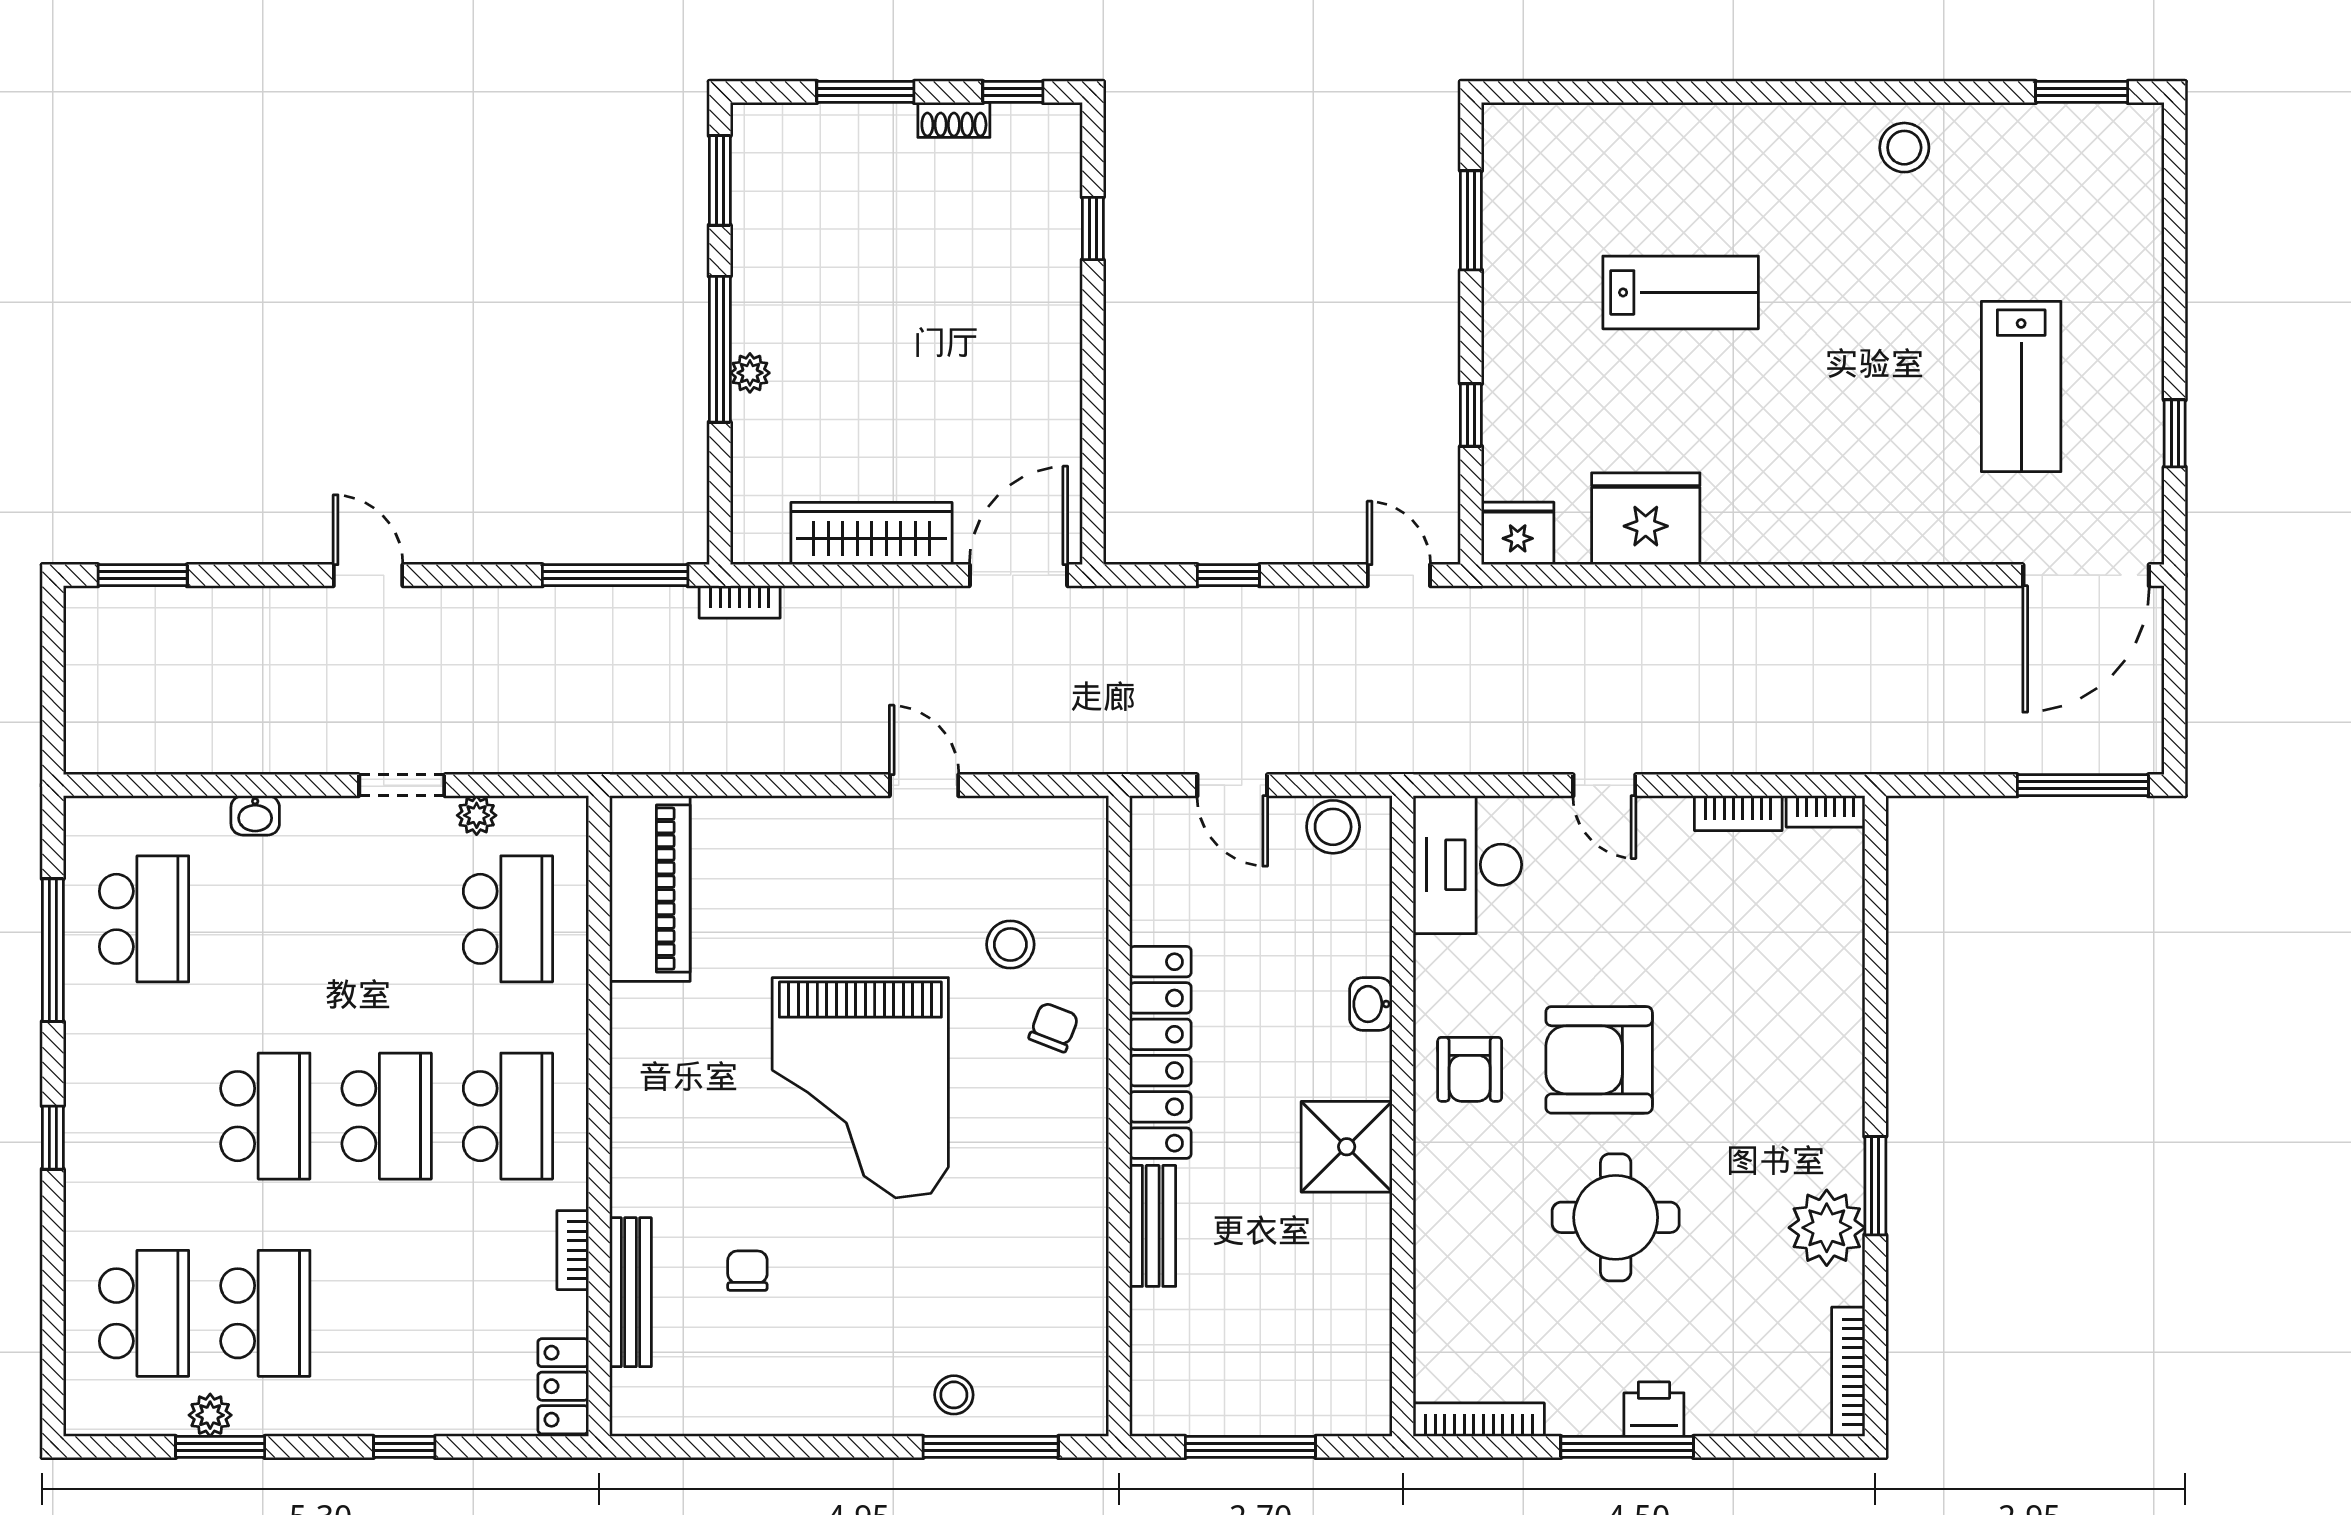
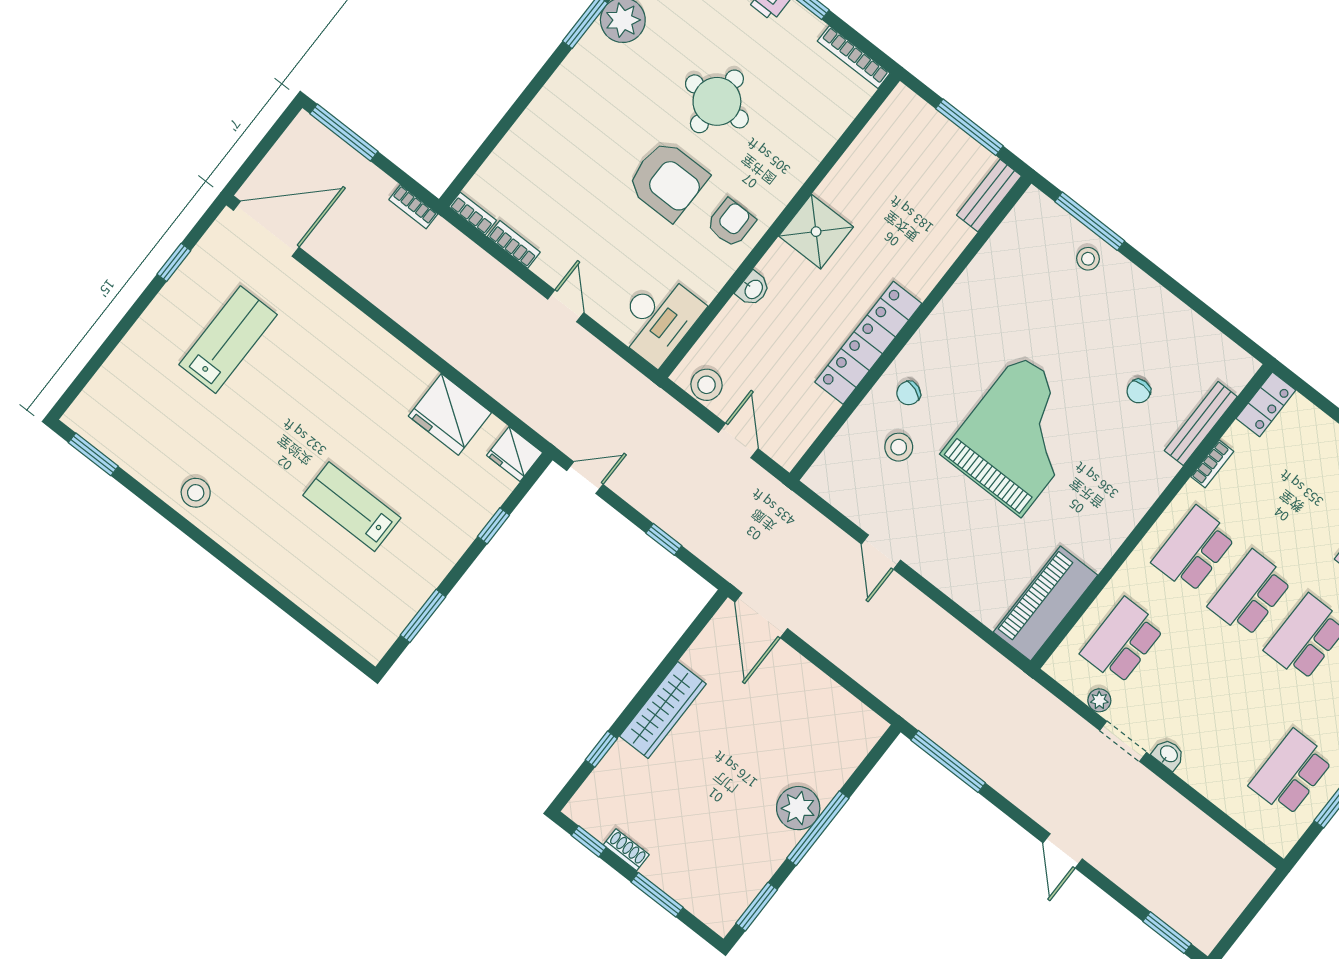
plant: (750, 373) -> (798, 808), width x1.87, depth x1.87
wardrobe: (872, 533) -> (663, 710), moved, turned -90
door: (1018, 575) -> (761, 615), hinge flipped
door: (1399, 575) -> (585, 478), swing flipped
bookcase: (740, 602) -> (413, 207), moved, turned 180
washbasin: (255, 815) -> (1169, 754), moved
bench: (1153, 1226) -> (989, 196), moved

